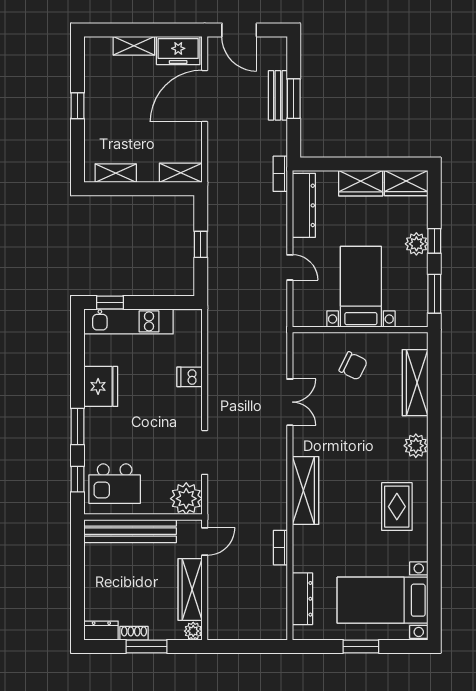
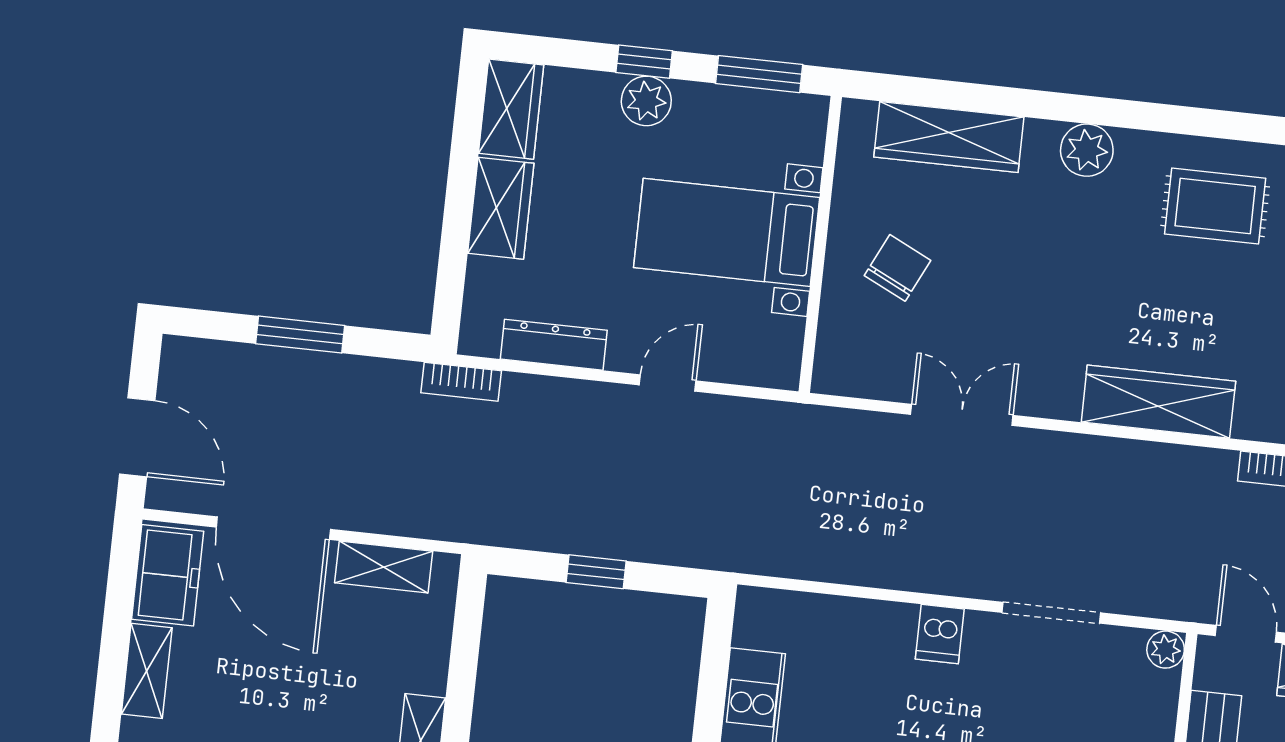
door: (239, 30) -> (137, 437), hinge flipped
bench: (278, 95) -> (289, 368), removed
shelving: (181, 173) -> (384, 567), moved, turned 90
dresser: (304, 205) -> (554, 345), width x0.73, depth x0.80
dishwasher: (190, 377) -> (940, 634), moved
plant: (186, 499) -> (1166, 650), width x0.53, depth x0.53

